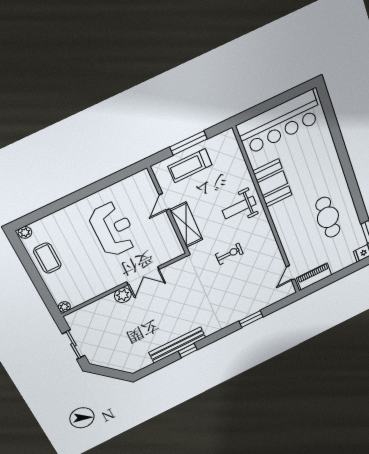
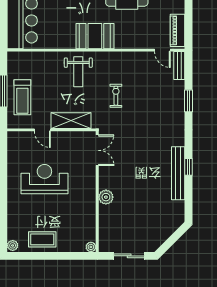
booth: (273, 183) -> (95, 36), moved
double door: (143, 276) -> (97, 150), moved
bench: (281, 295) -> (179, 66), added

